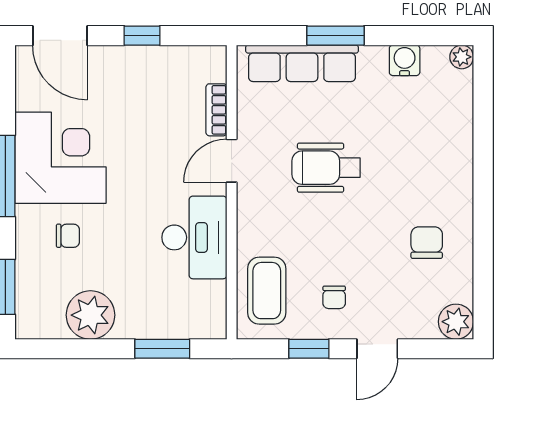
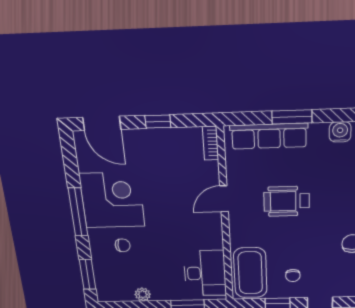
bookcase: (216, 110) -> (211, 143), moved
desk: (194, 237) -> (205, 273), moved
coffee table: (267, 291) -> (250, 273), width x1.36, depth x1.32
plant: (90, 315) -> (143, 294), width x0.53, depth x0.53

